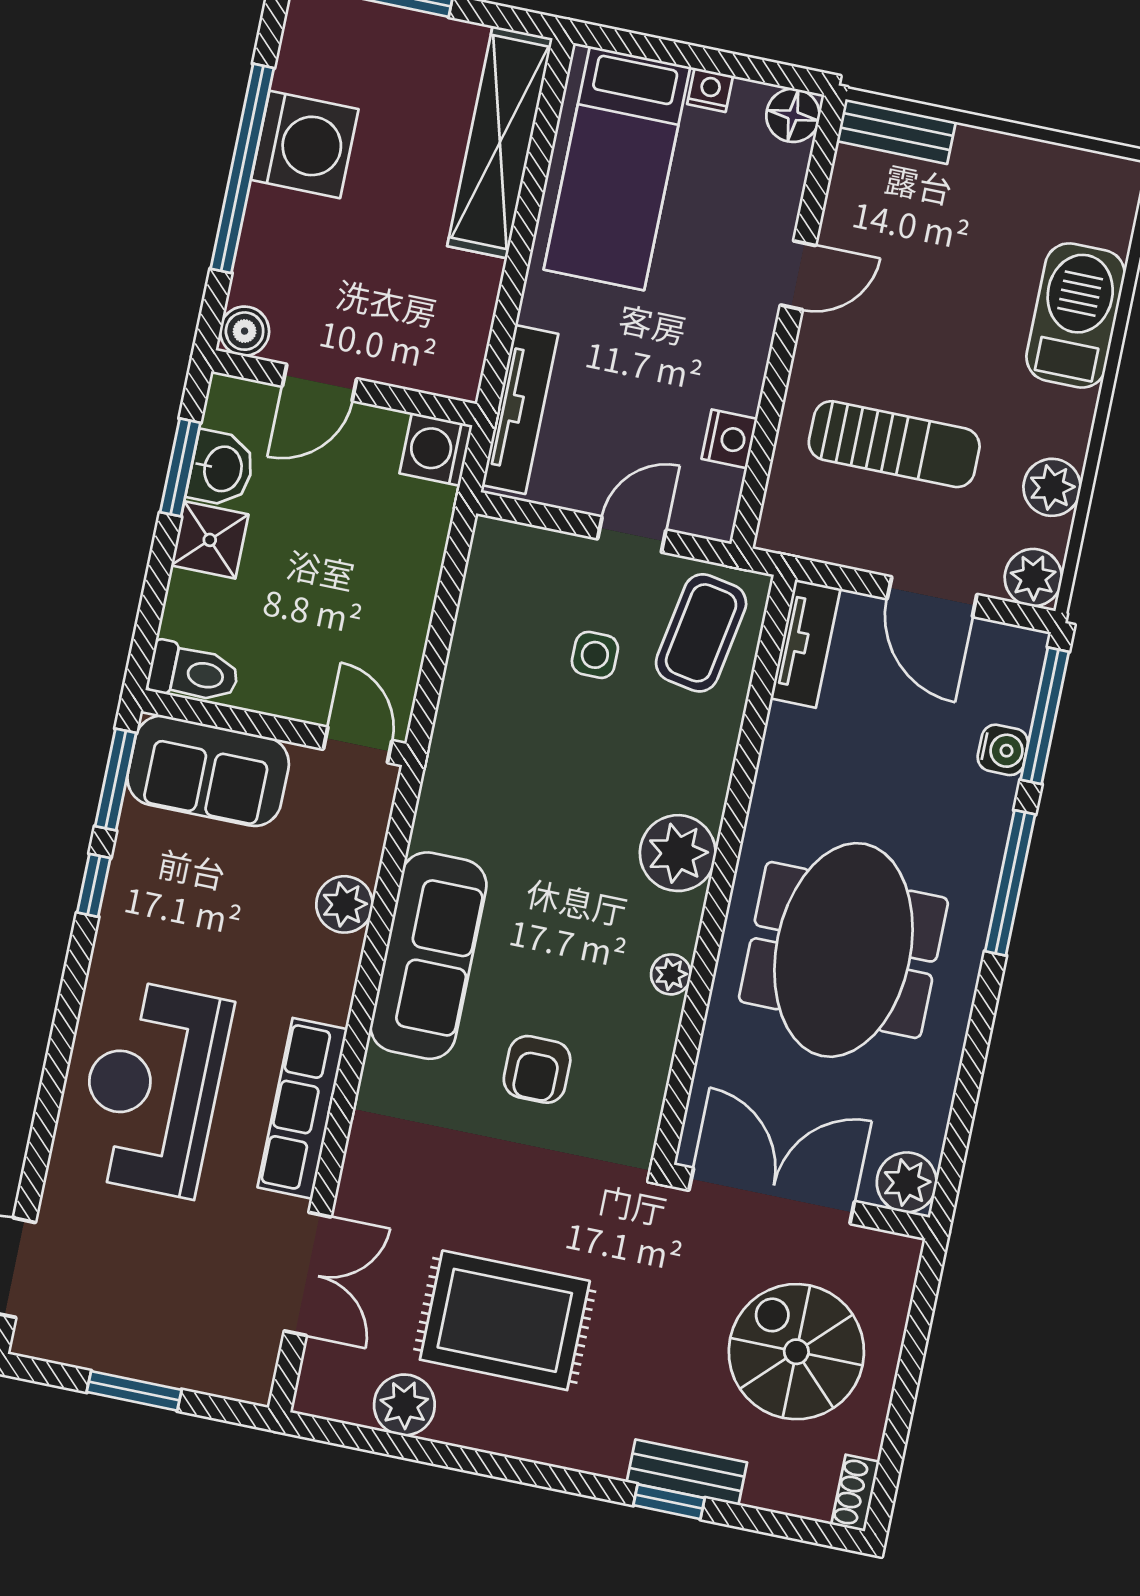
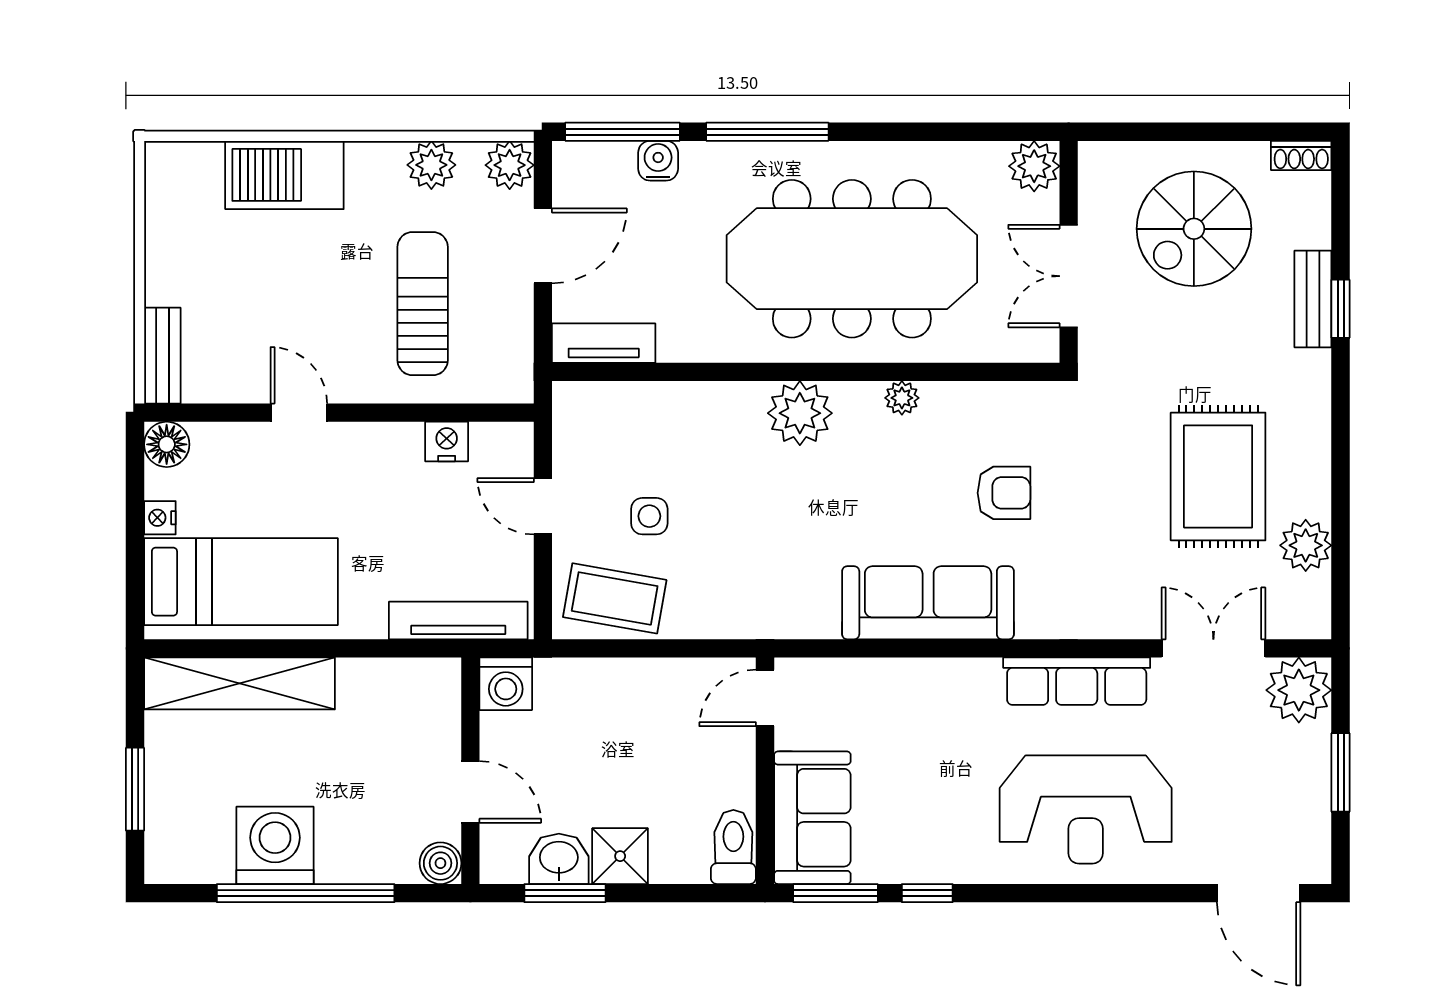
coffee table: (701, 633) -> (615, 598), moved
plant: (344, 904) -> (1299, 690), moved, width x1.36, depth x1.36
meeting table: (843, 950) -> (852, 259), width x1.36
double door: (772, 1196) -> (1069, 276), width x0.73

